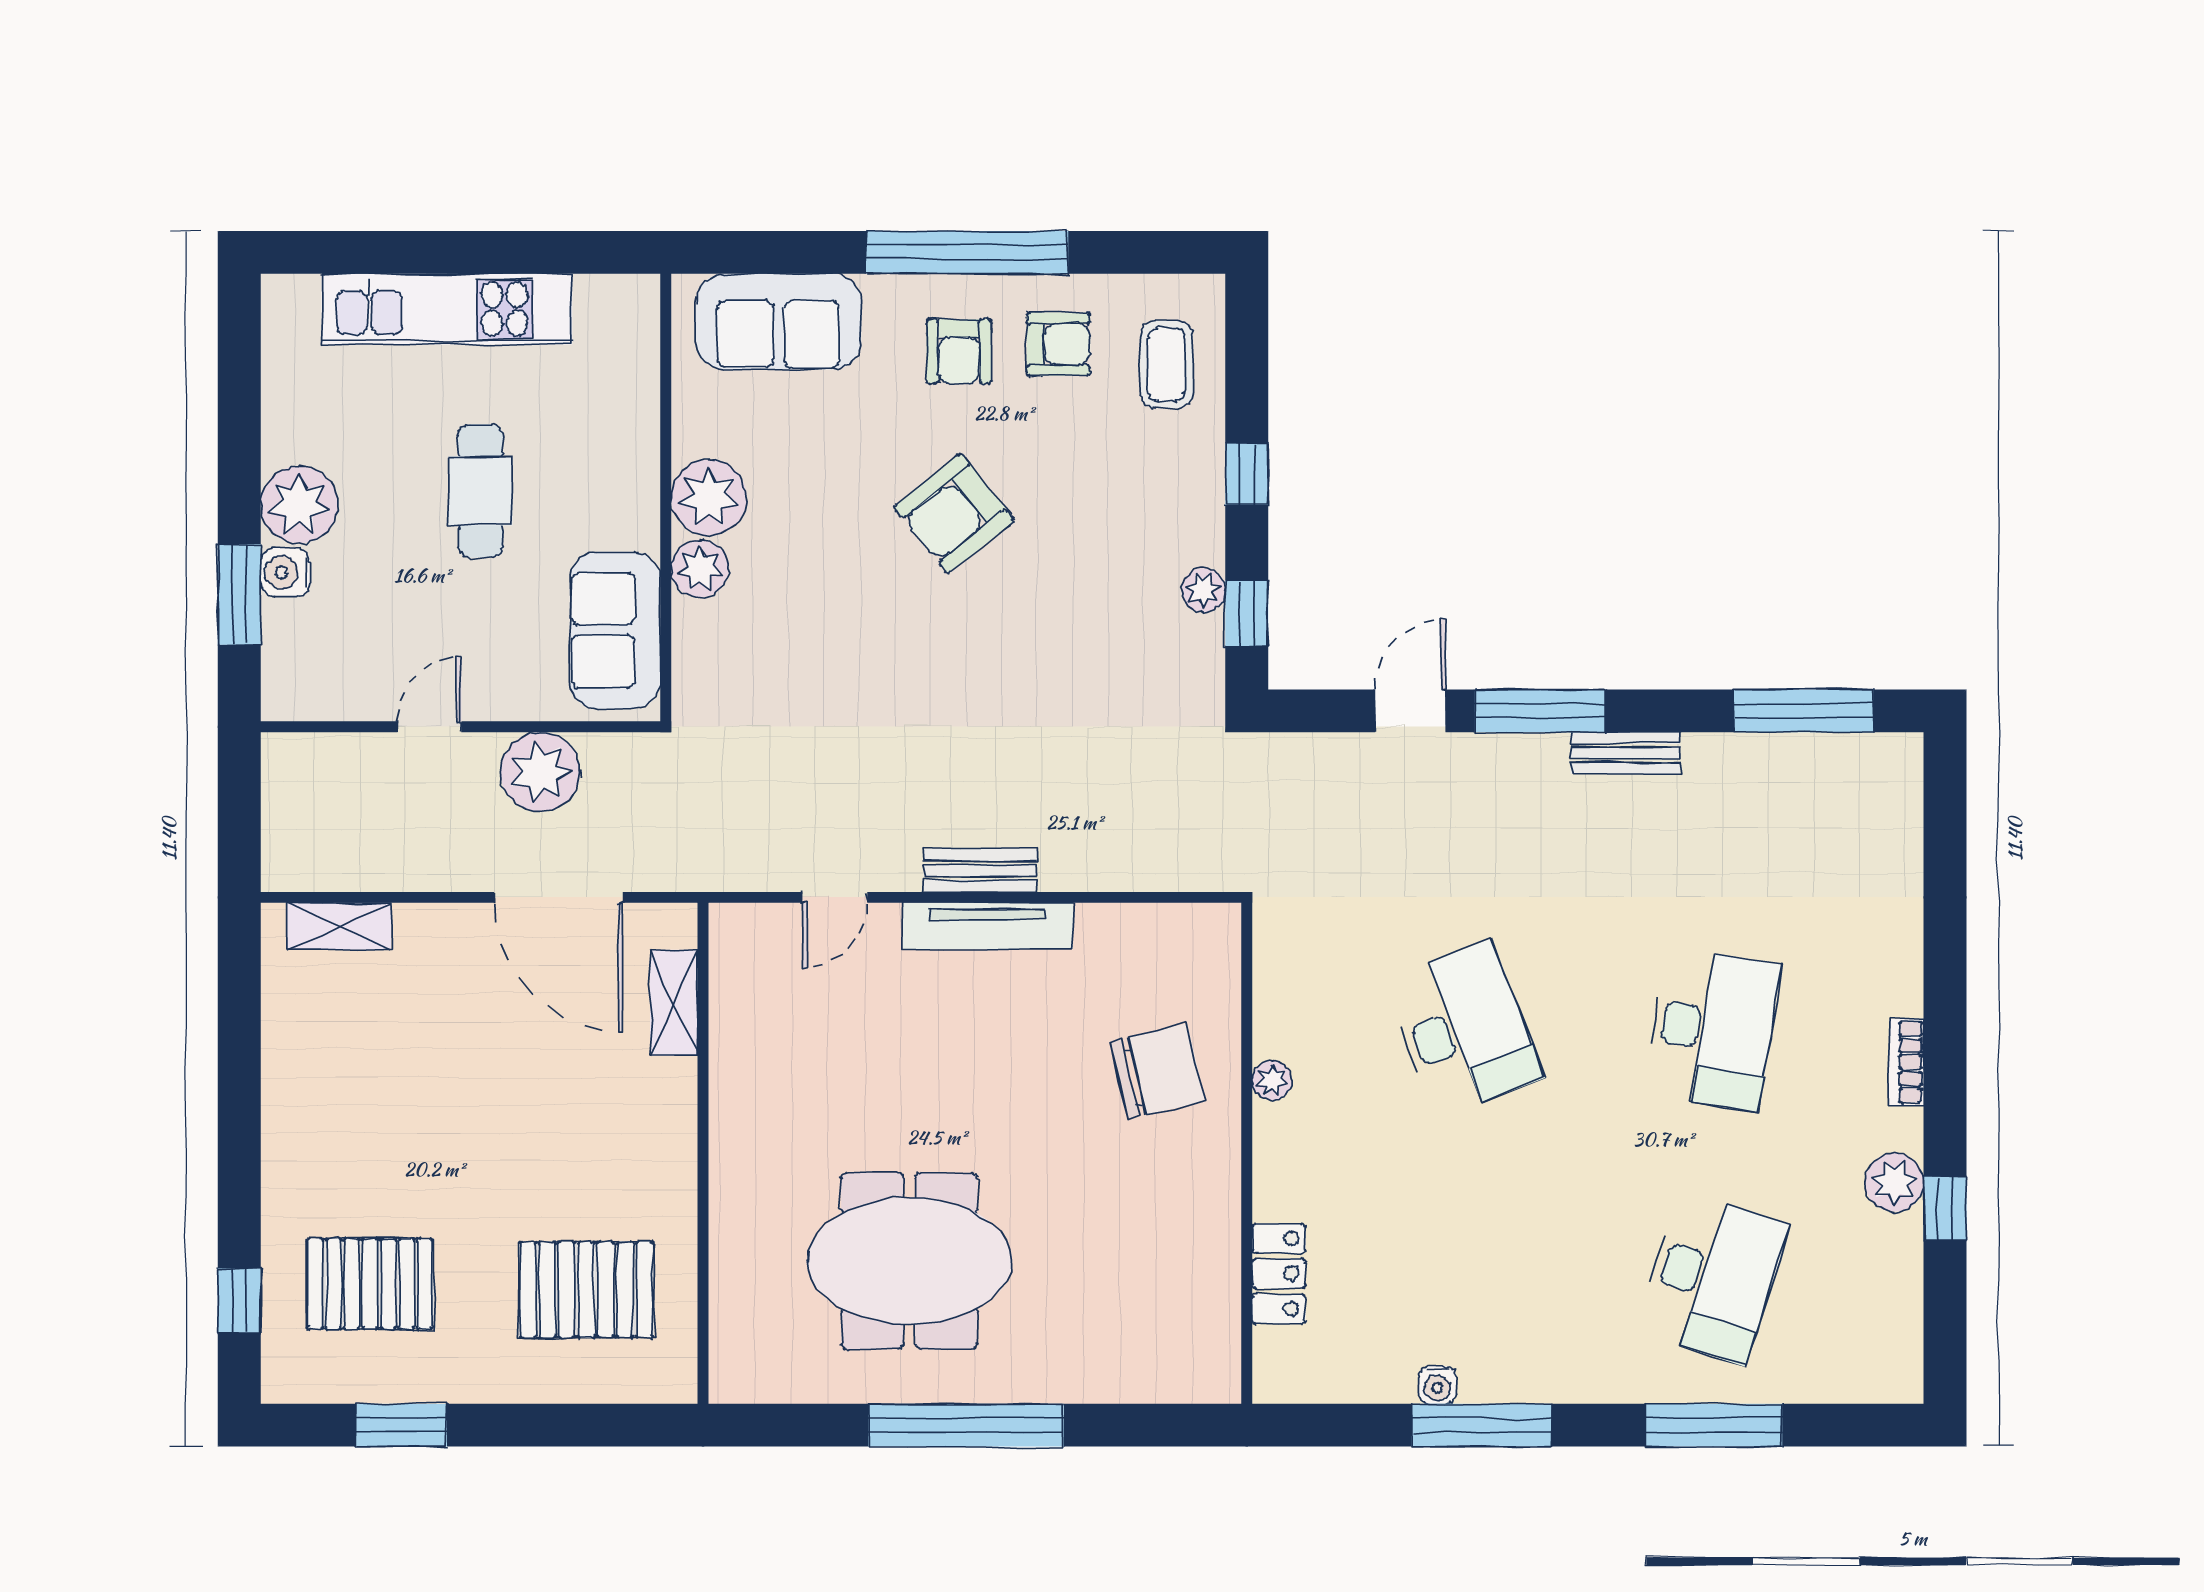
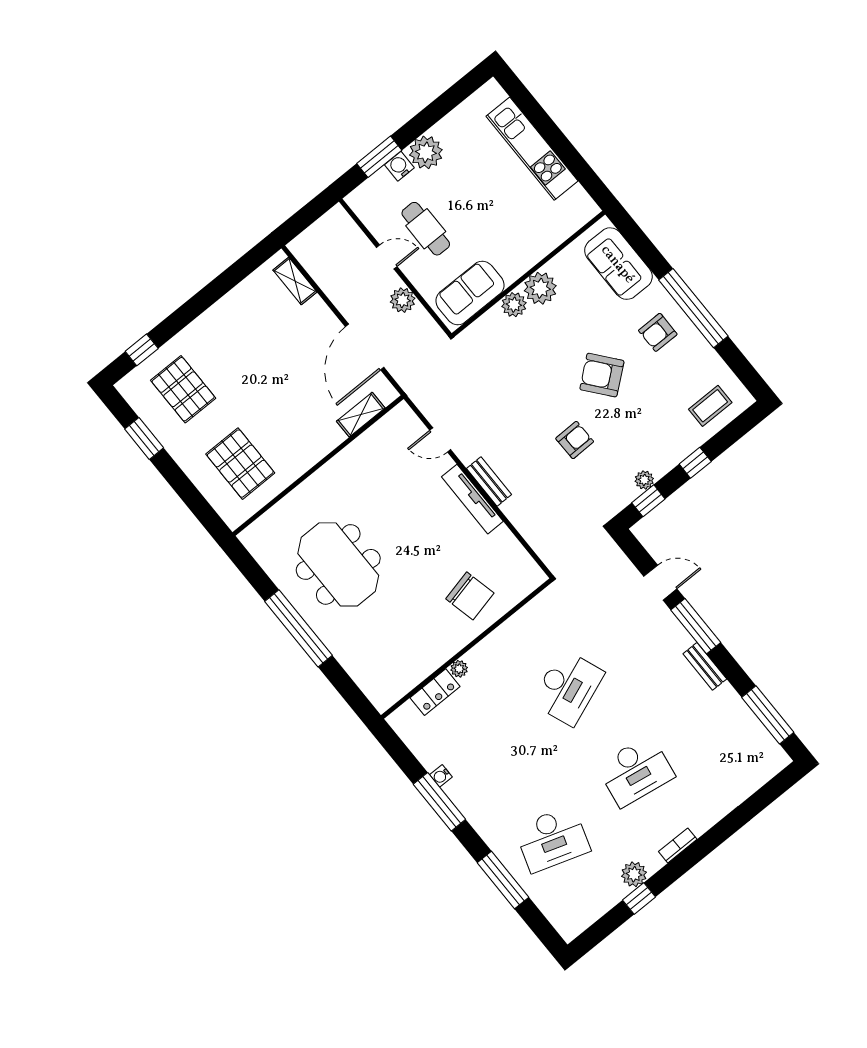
armchair: (1058, 344) -> (575, 440), moved, turned -91
cafe table: (480, 491) -> (426, 229), moved, turned 90
plant: (540, 772) -> (403, 300), width x0.73, depth x0.73
plant: (1272, 1080) -> (459, 669), moved

